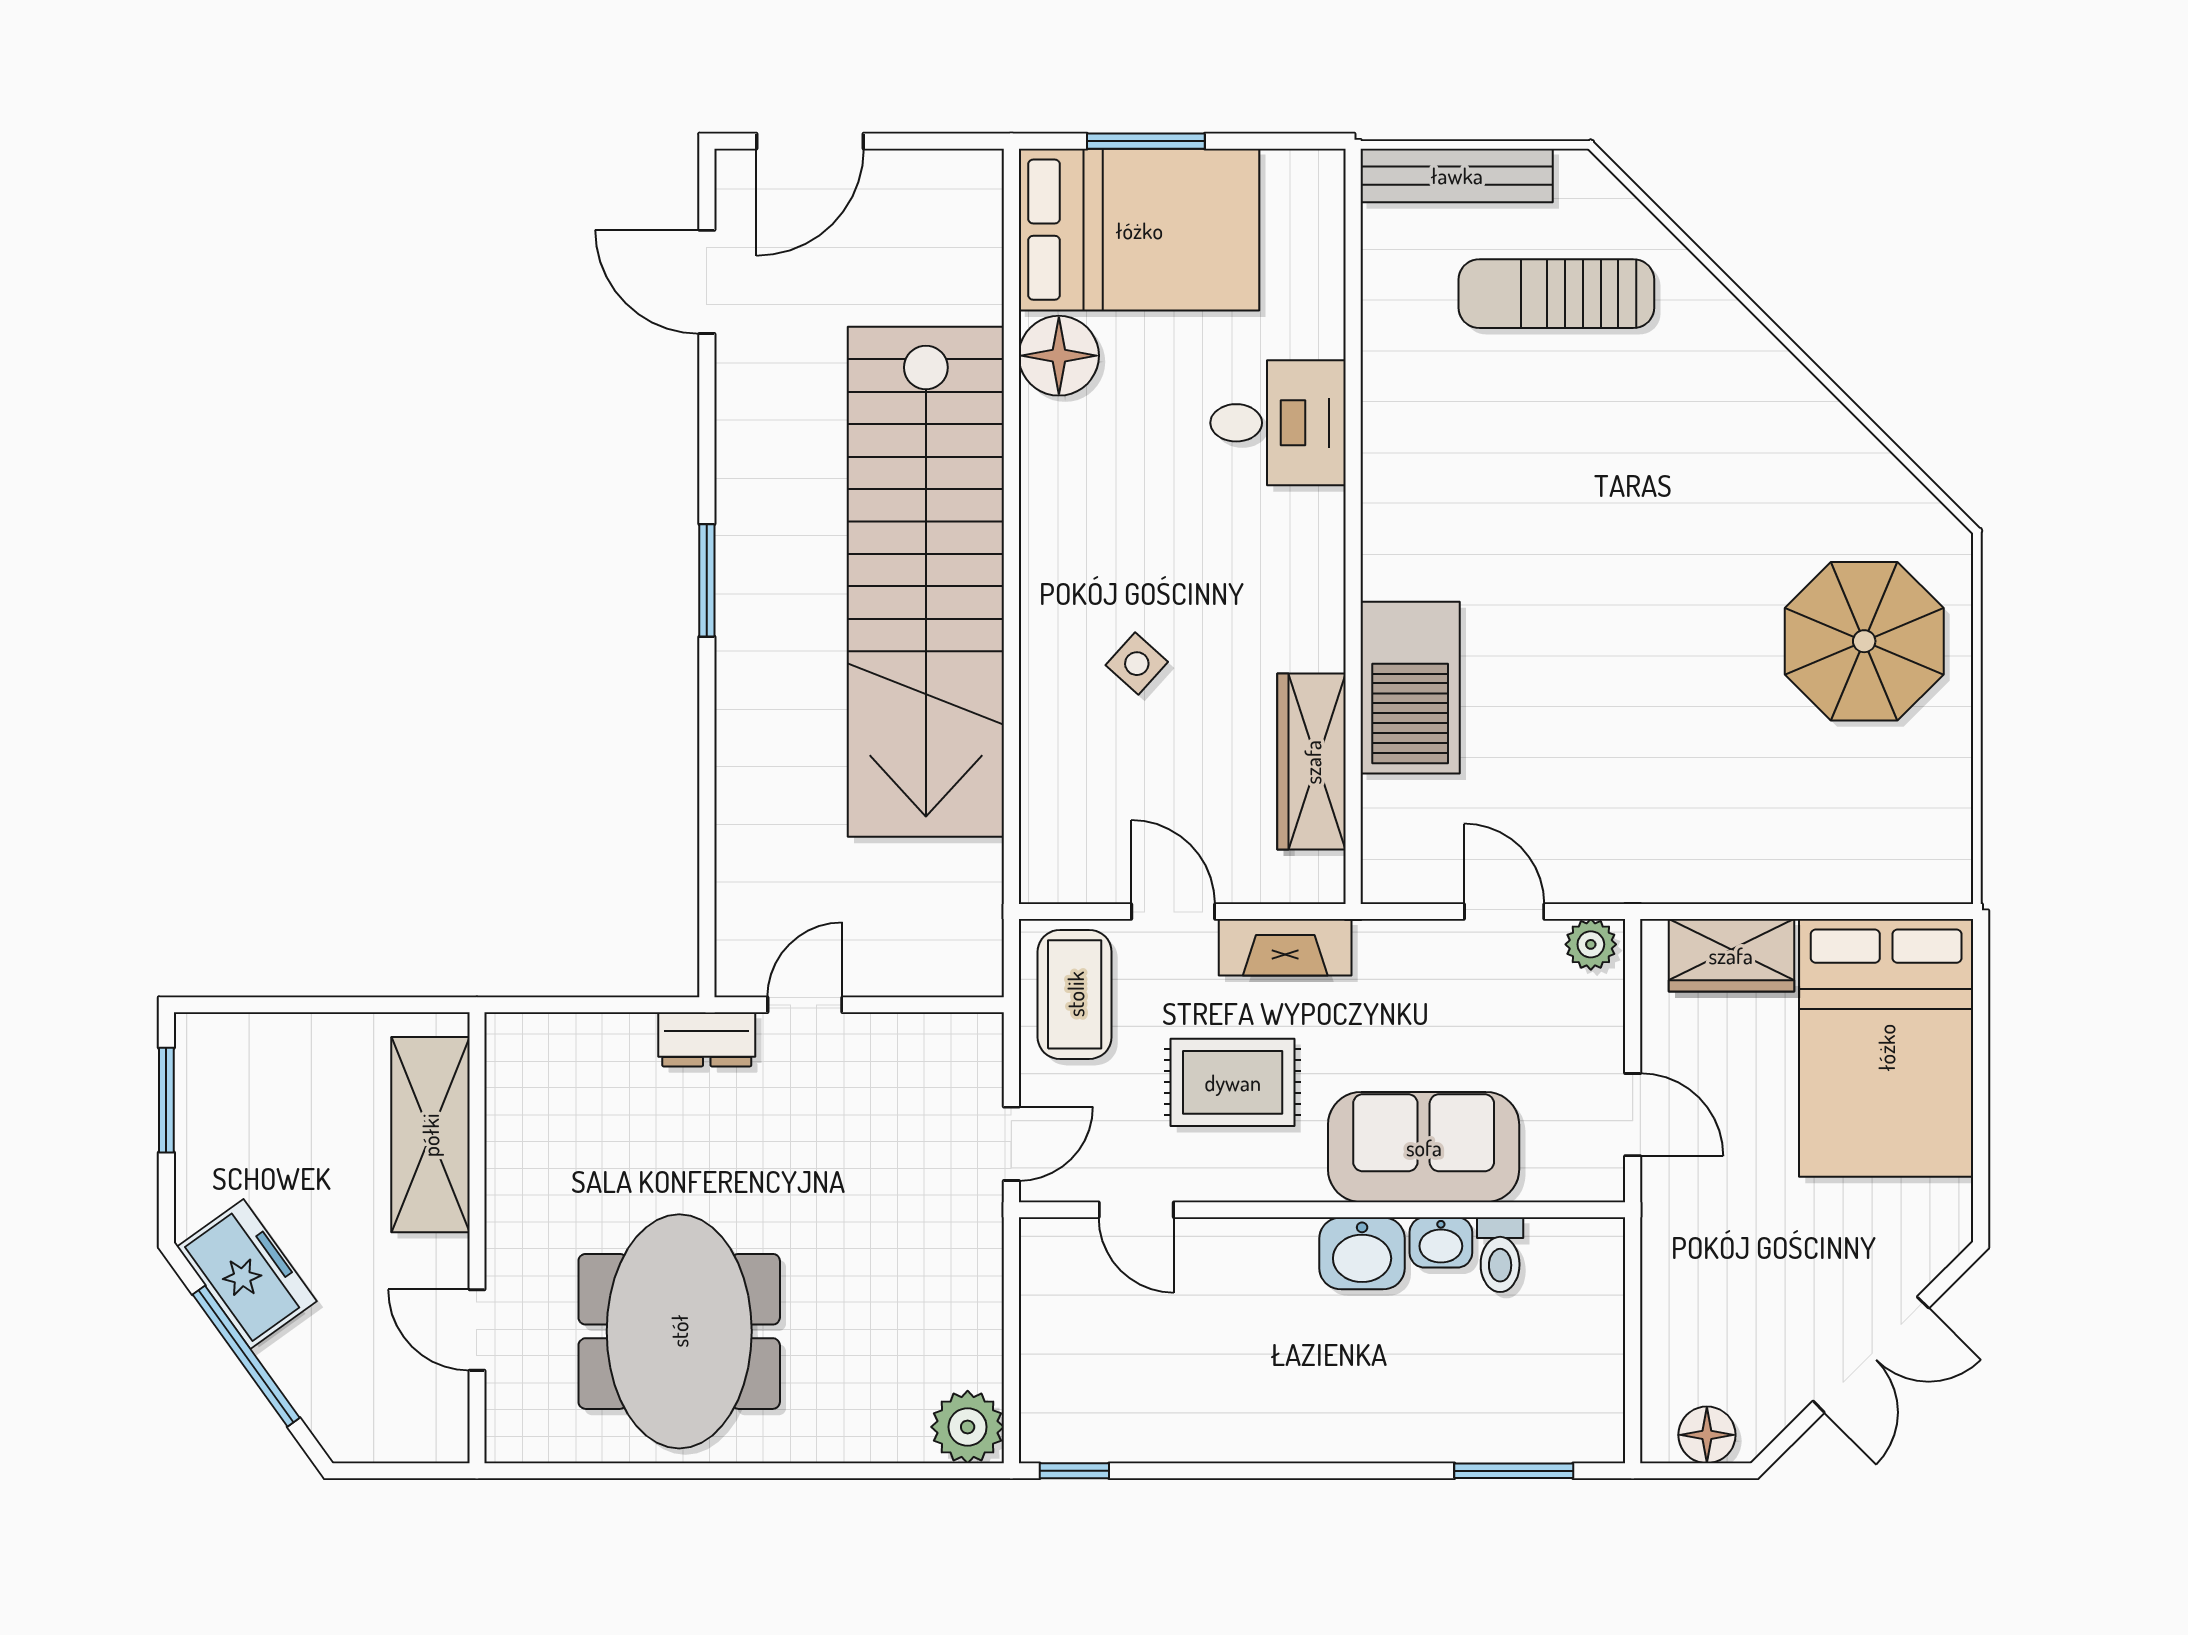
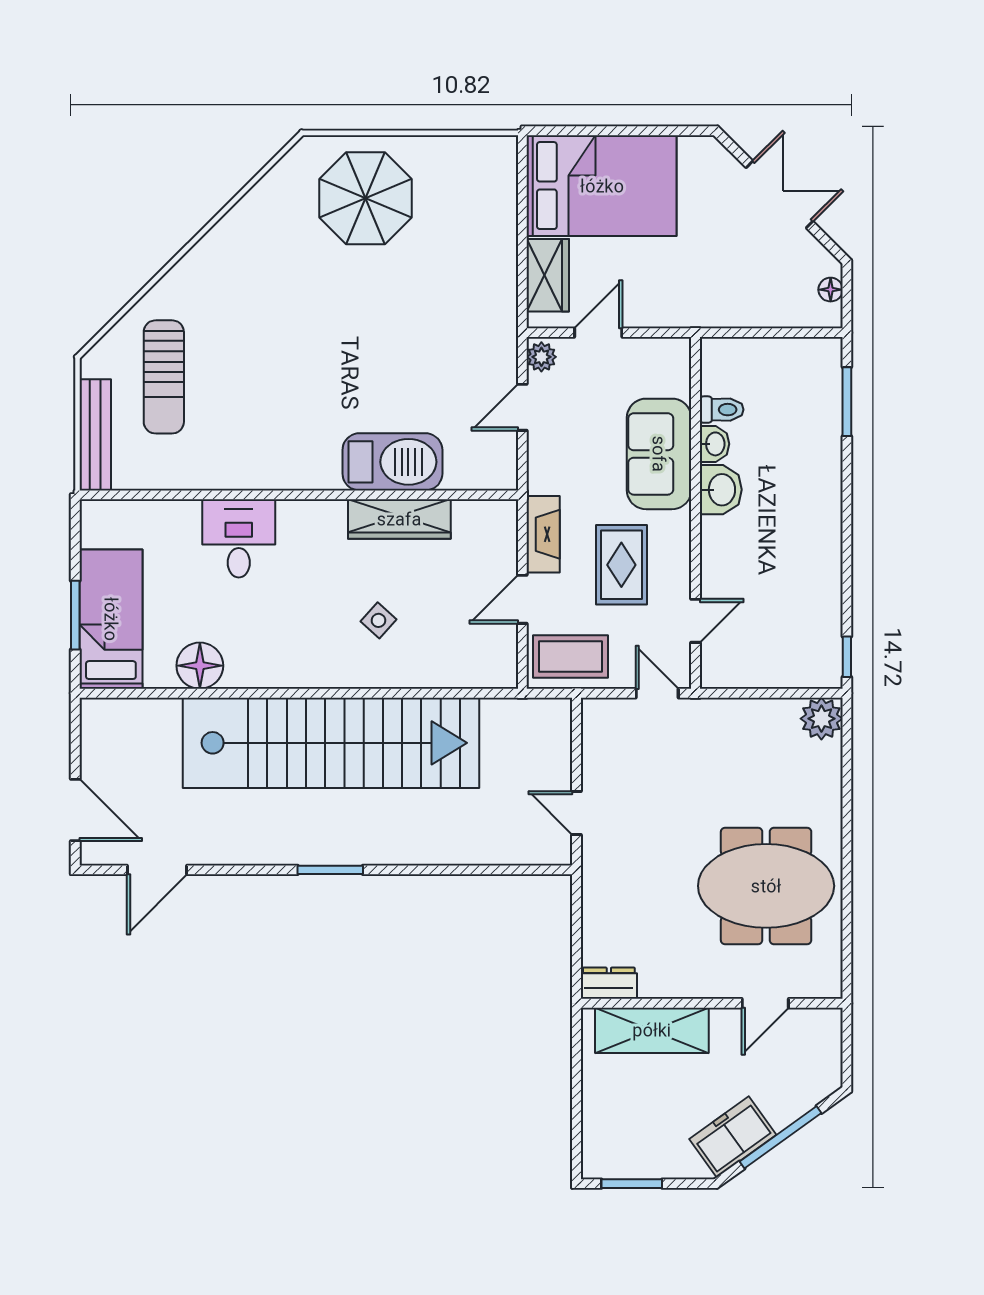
bed: (1139, 230) -> (111, 619), width x0.67
wardrobe: (1312, 762) -> (399, 519), moved
dresser: (707, 1039) -> (609, 983), moved, turned -90
door: (1633, 1115) -> (598, 333), moved
floor lamp: (1707, 1435) -> (831, 290), width x0.73, depth x0.73

